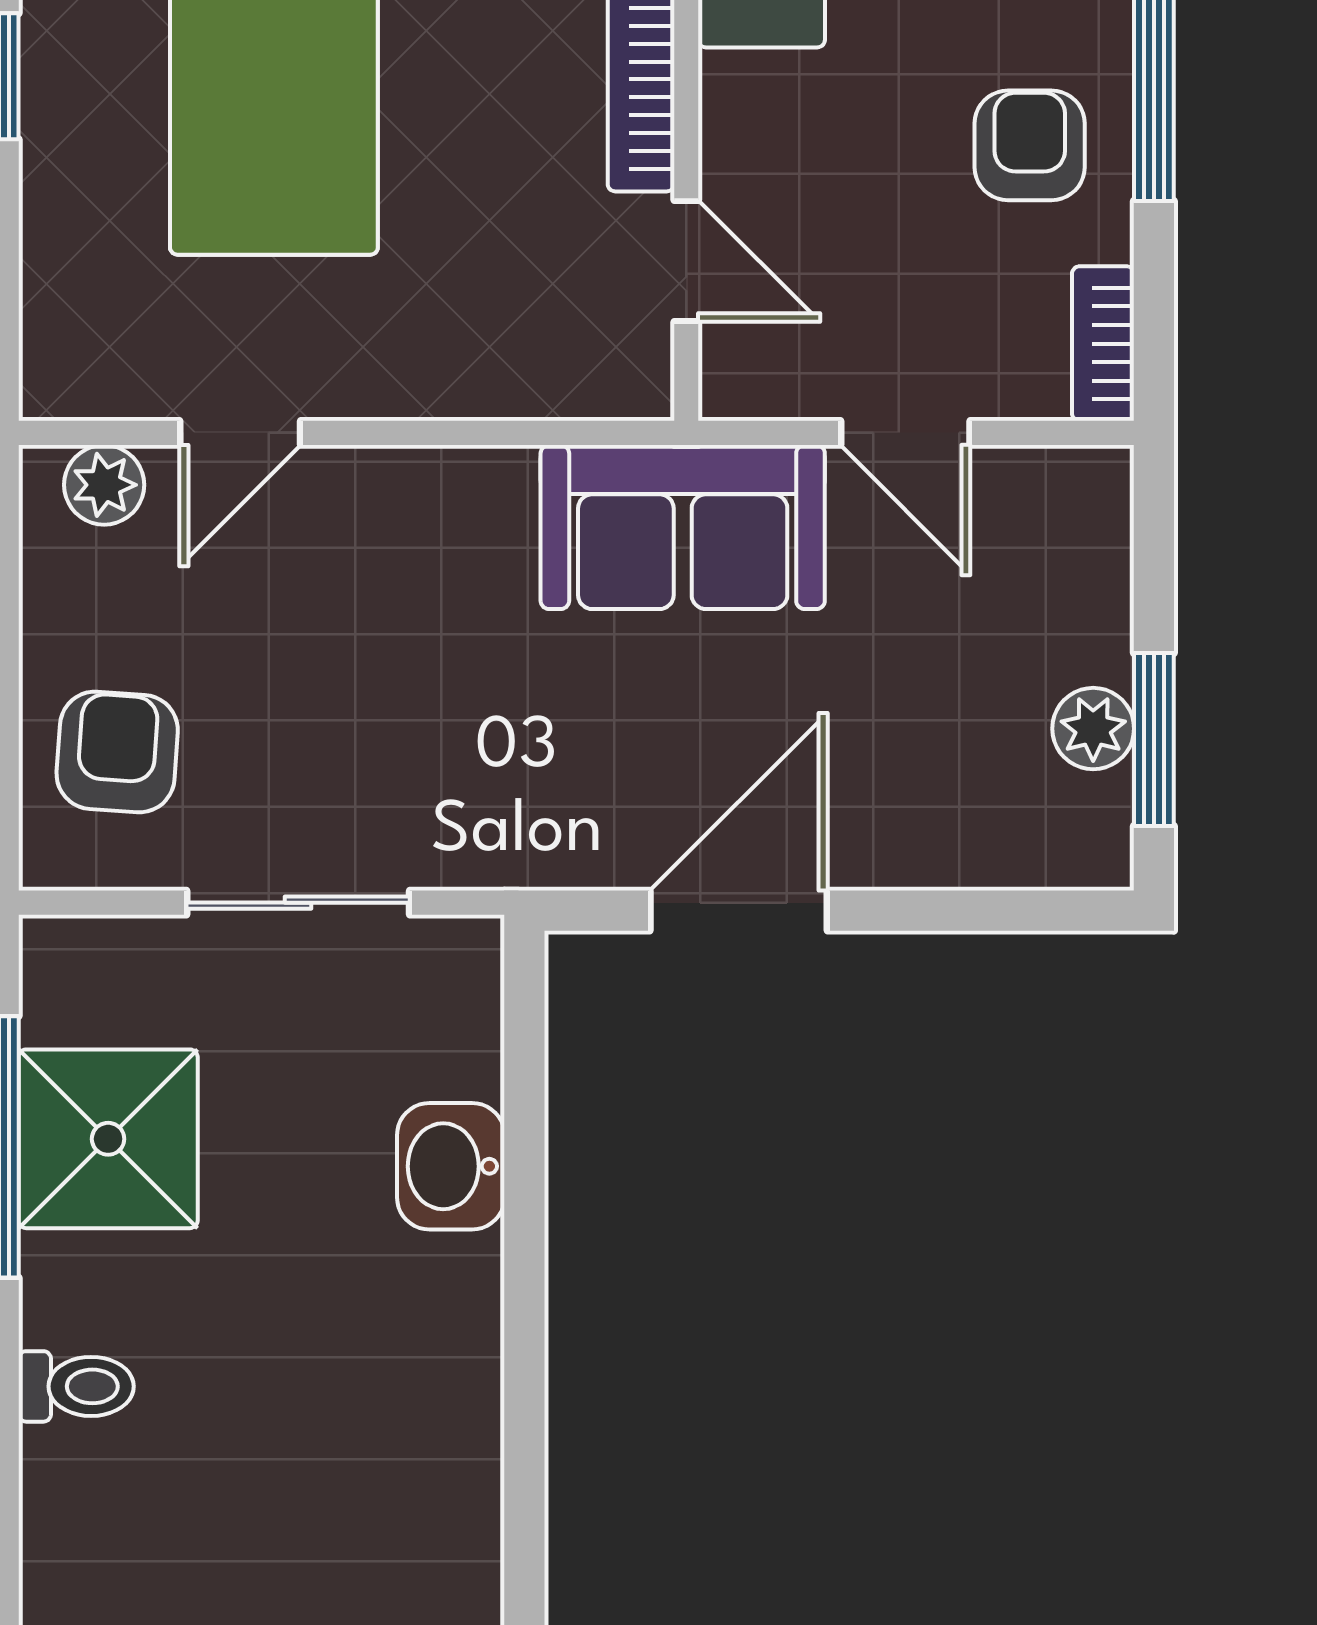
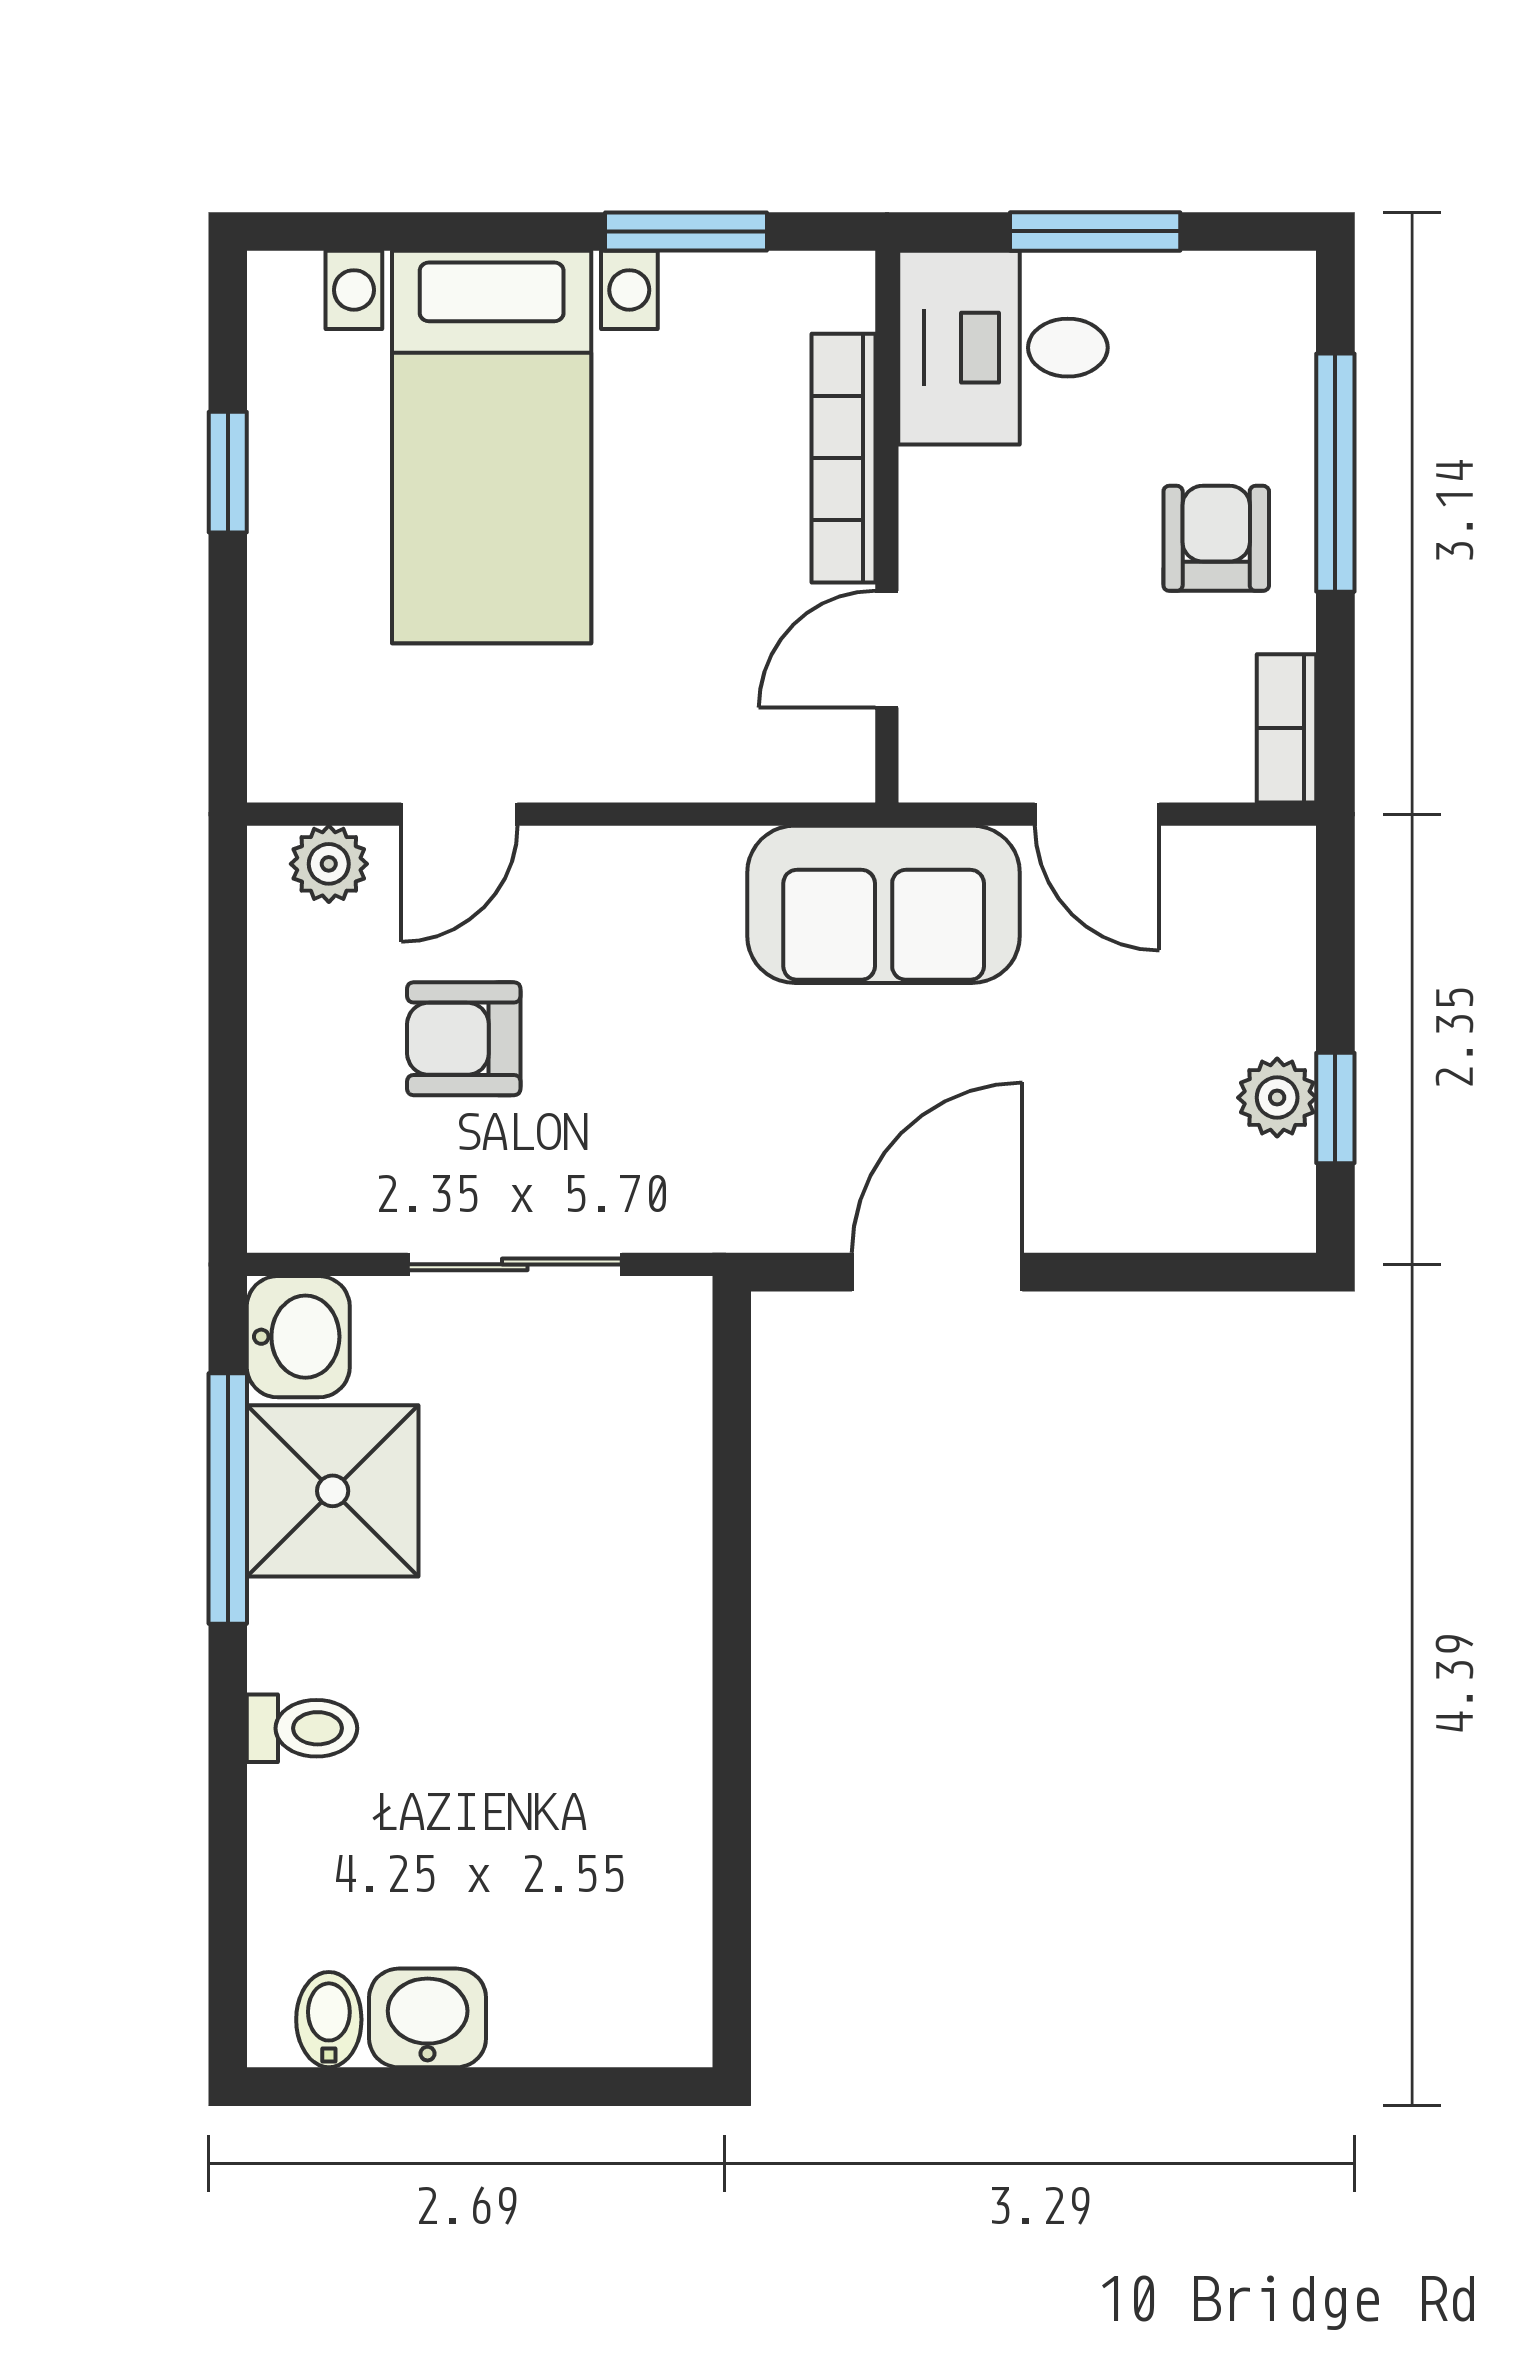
door: (686, 261) -> (887, 649), swing flipped
window: (1154, 740) -> (1335, 1108), width x0.67
armchair: (117, 752) -> (464, 1039), moved, turned -94
washbasin: (451, 1166) -> (298, 1337), moved, turned 180

